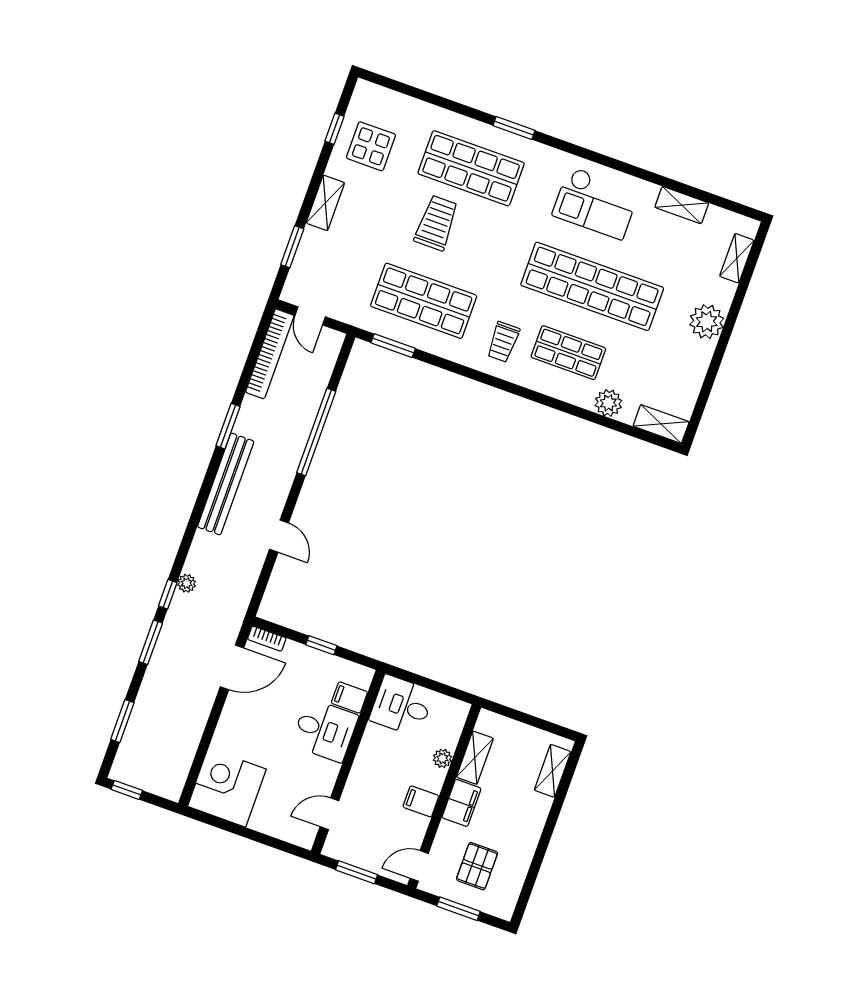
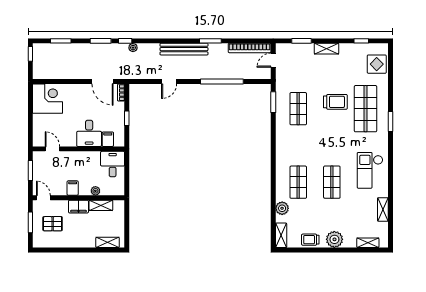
display table: (371, 146) -> (377, 64), moved
shop shelf: (592, 286) -> (332, 182), width x0.50, depth x0.74
shop shelf: (424, 301) -> (298, 109), width x0.70, depth x0.74
trolley: (503, 342) -> (310, 240), moved

